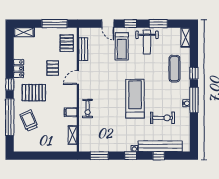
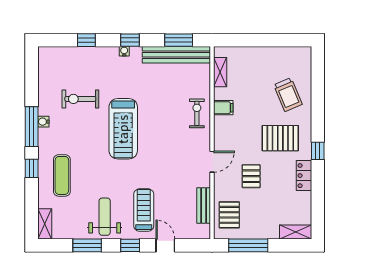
window: (10, 117) -> (318, 100), removed
bench: (160, 146) -> (176, 55), moved

